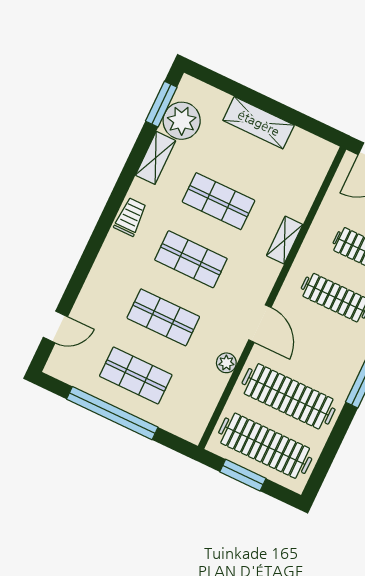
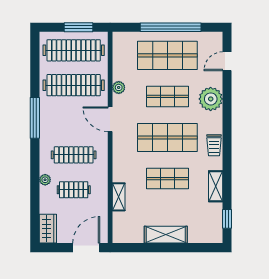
window: (161, 104) -> (227, 219), width x0.67
plant: (182, 121) -> (211, 99), moved
shelving: (285, 240) -> (119, 197), moved
shop shelf: (191, 259) -> (167, 137), width x1.43, depth x1.36
shop shelf: (136, 375) -> (167, 55), width x1.43, depth x1.36

